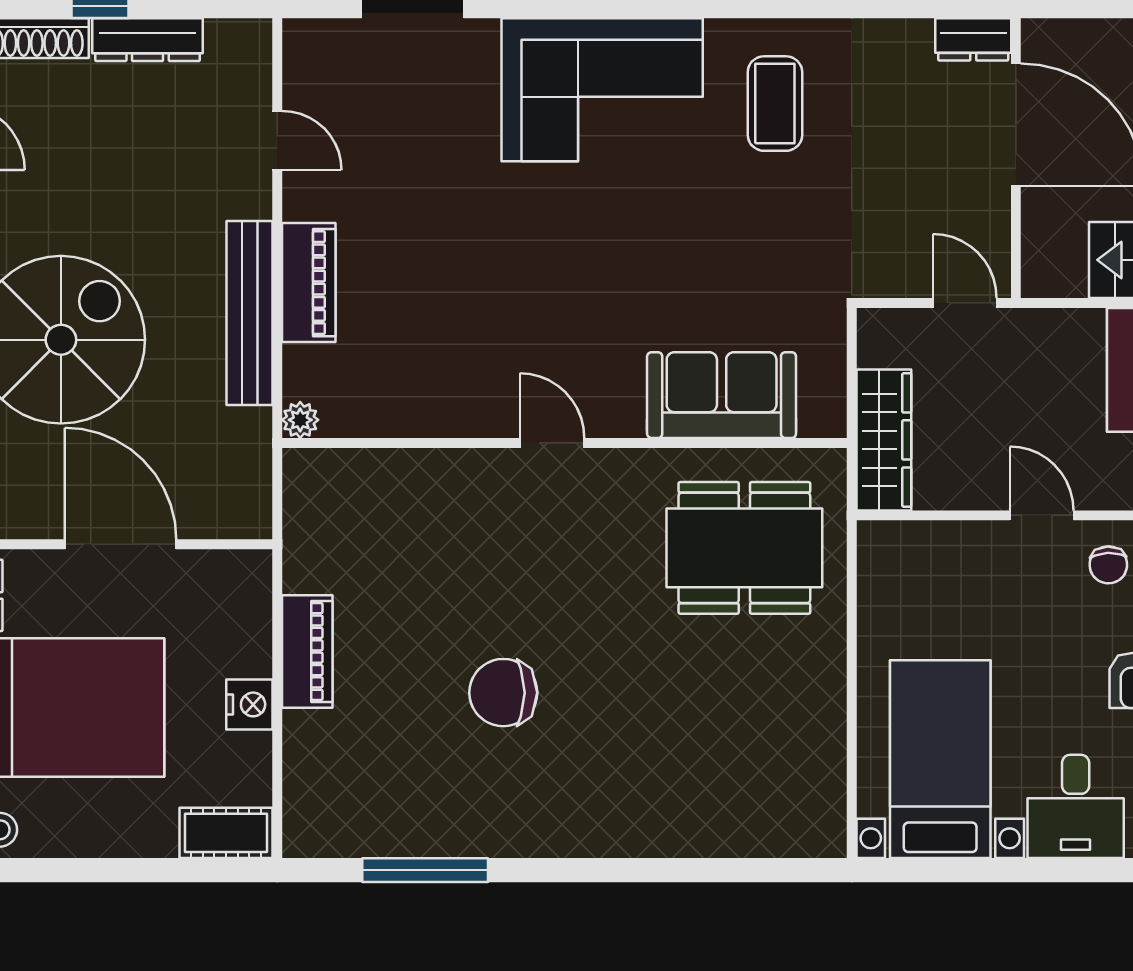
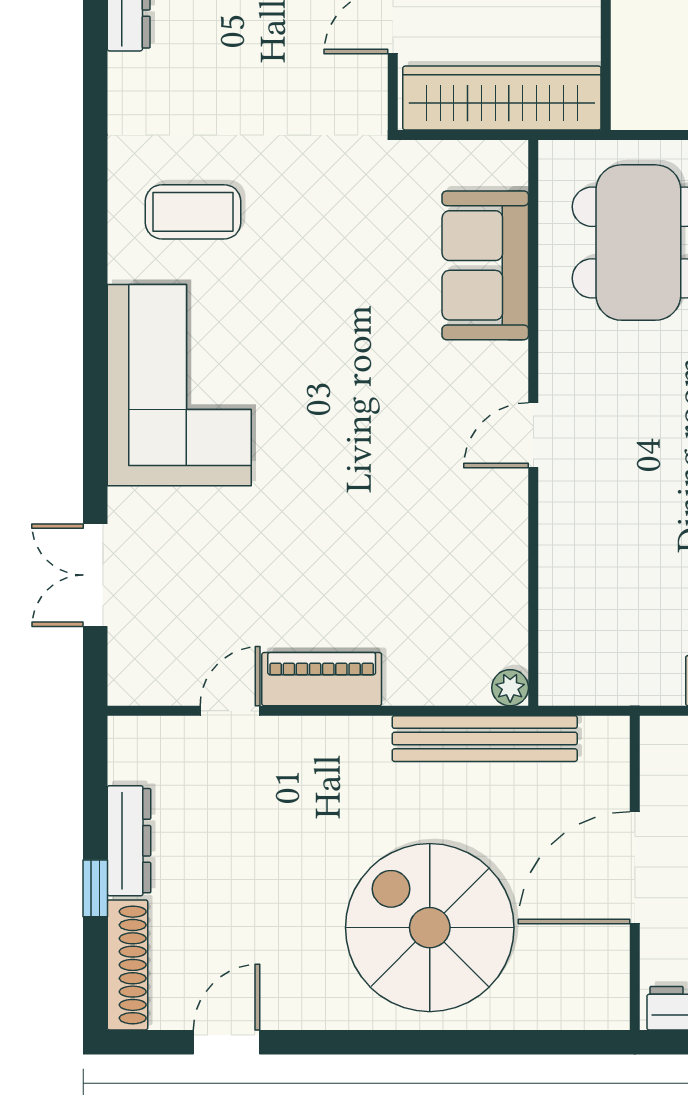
piano: (309, 283) -> (322, 679), moved
bench: (250, 313) -> (485, 739), moved
wardrobe: (884, 440) -> (502, 98), width x1.40, depth x1.17

